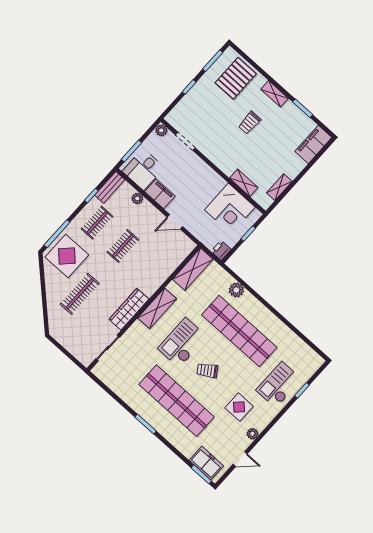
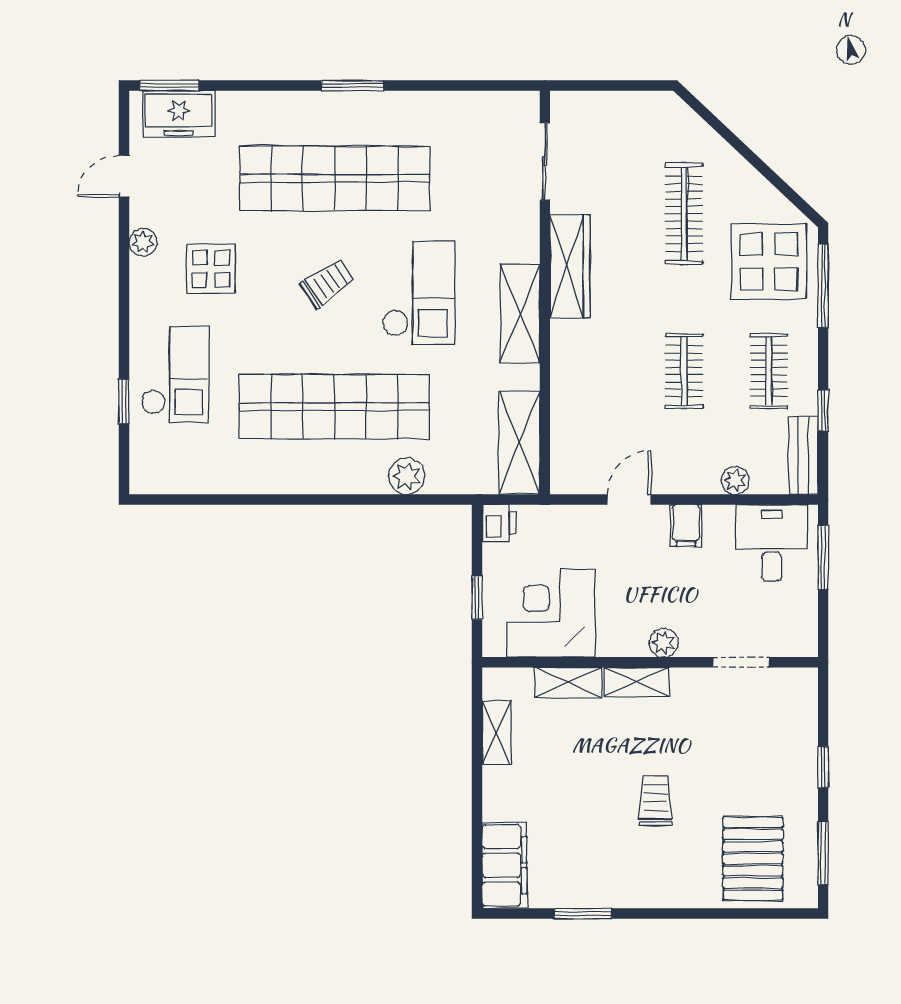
shelving: (275, 94) -> (637, 682), moved
plant: (161, 130) -> (664, 643), moved
filing cabinet: (160, 194) -> (686, 526), width x0.50

